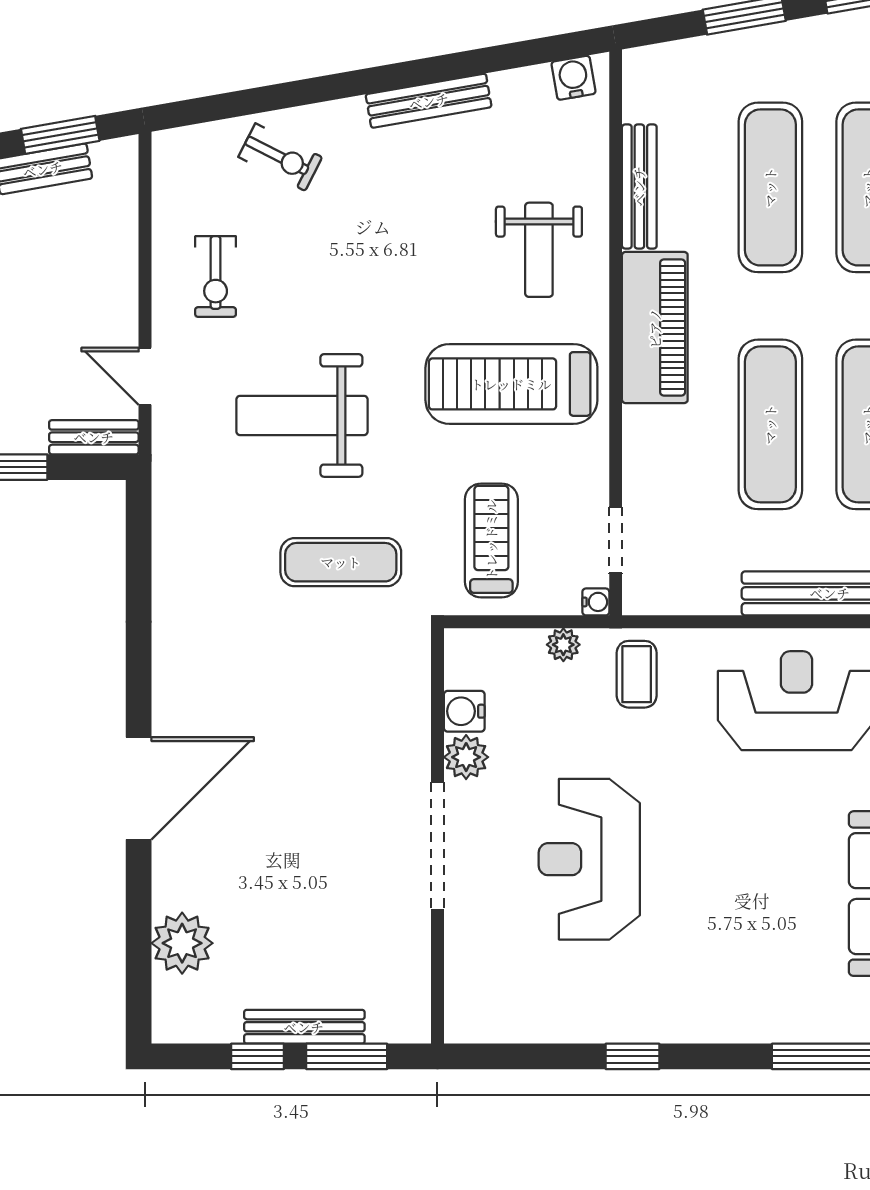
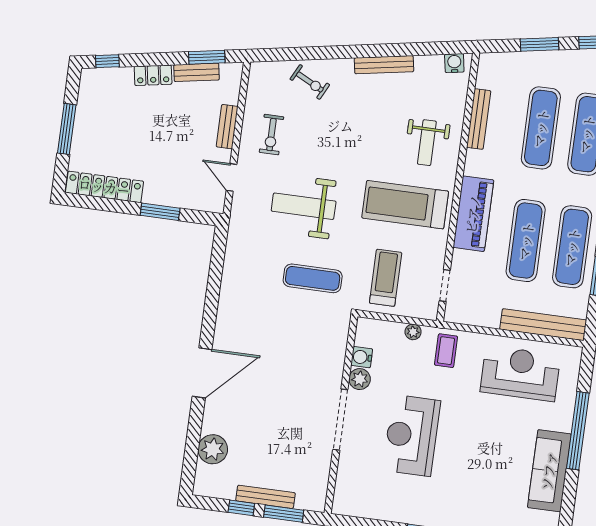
piano: (655, 328) -> (473, 214), moved
bench: (94, 437) -> (227, 127), moved, turned 90
water cooler: (596, 602) -> (431, 314), removed

